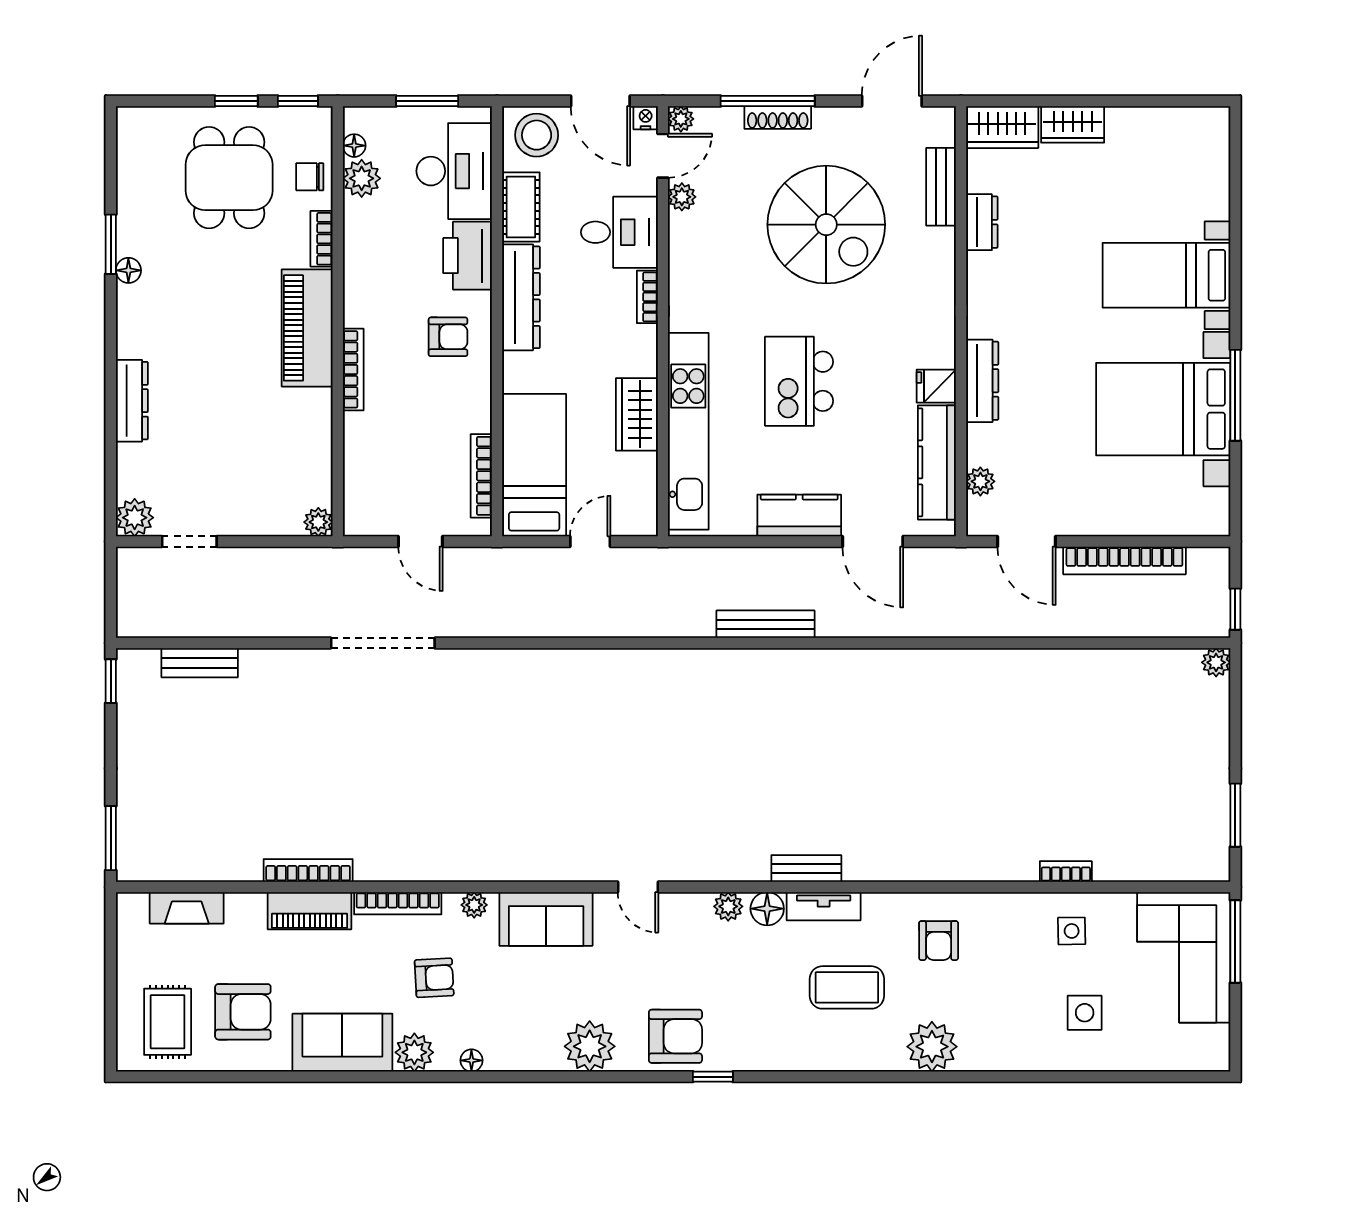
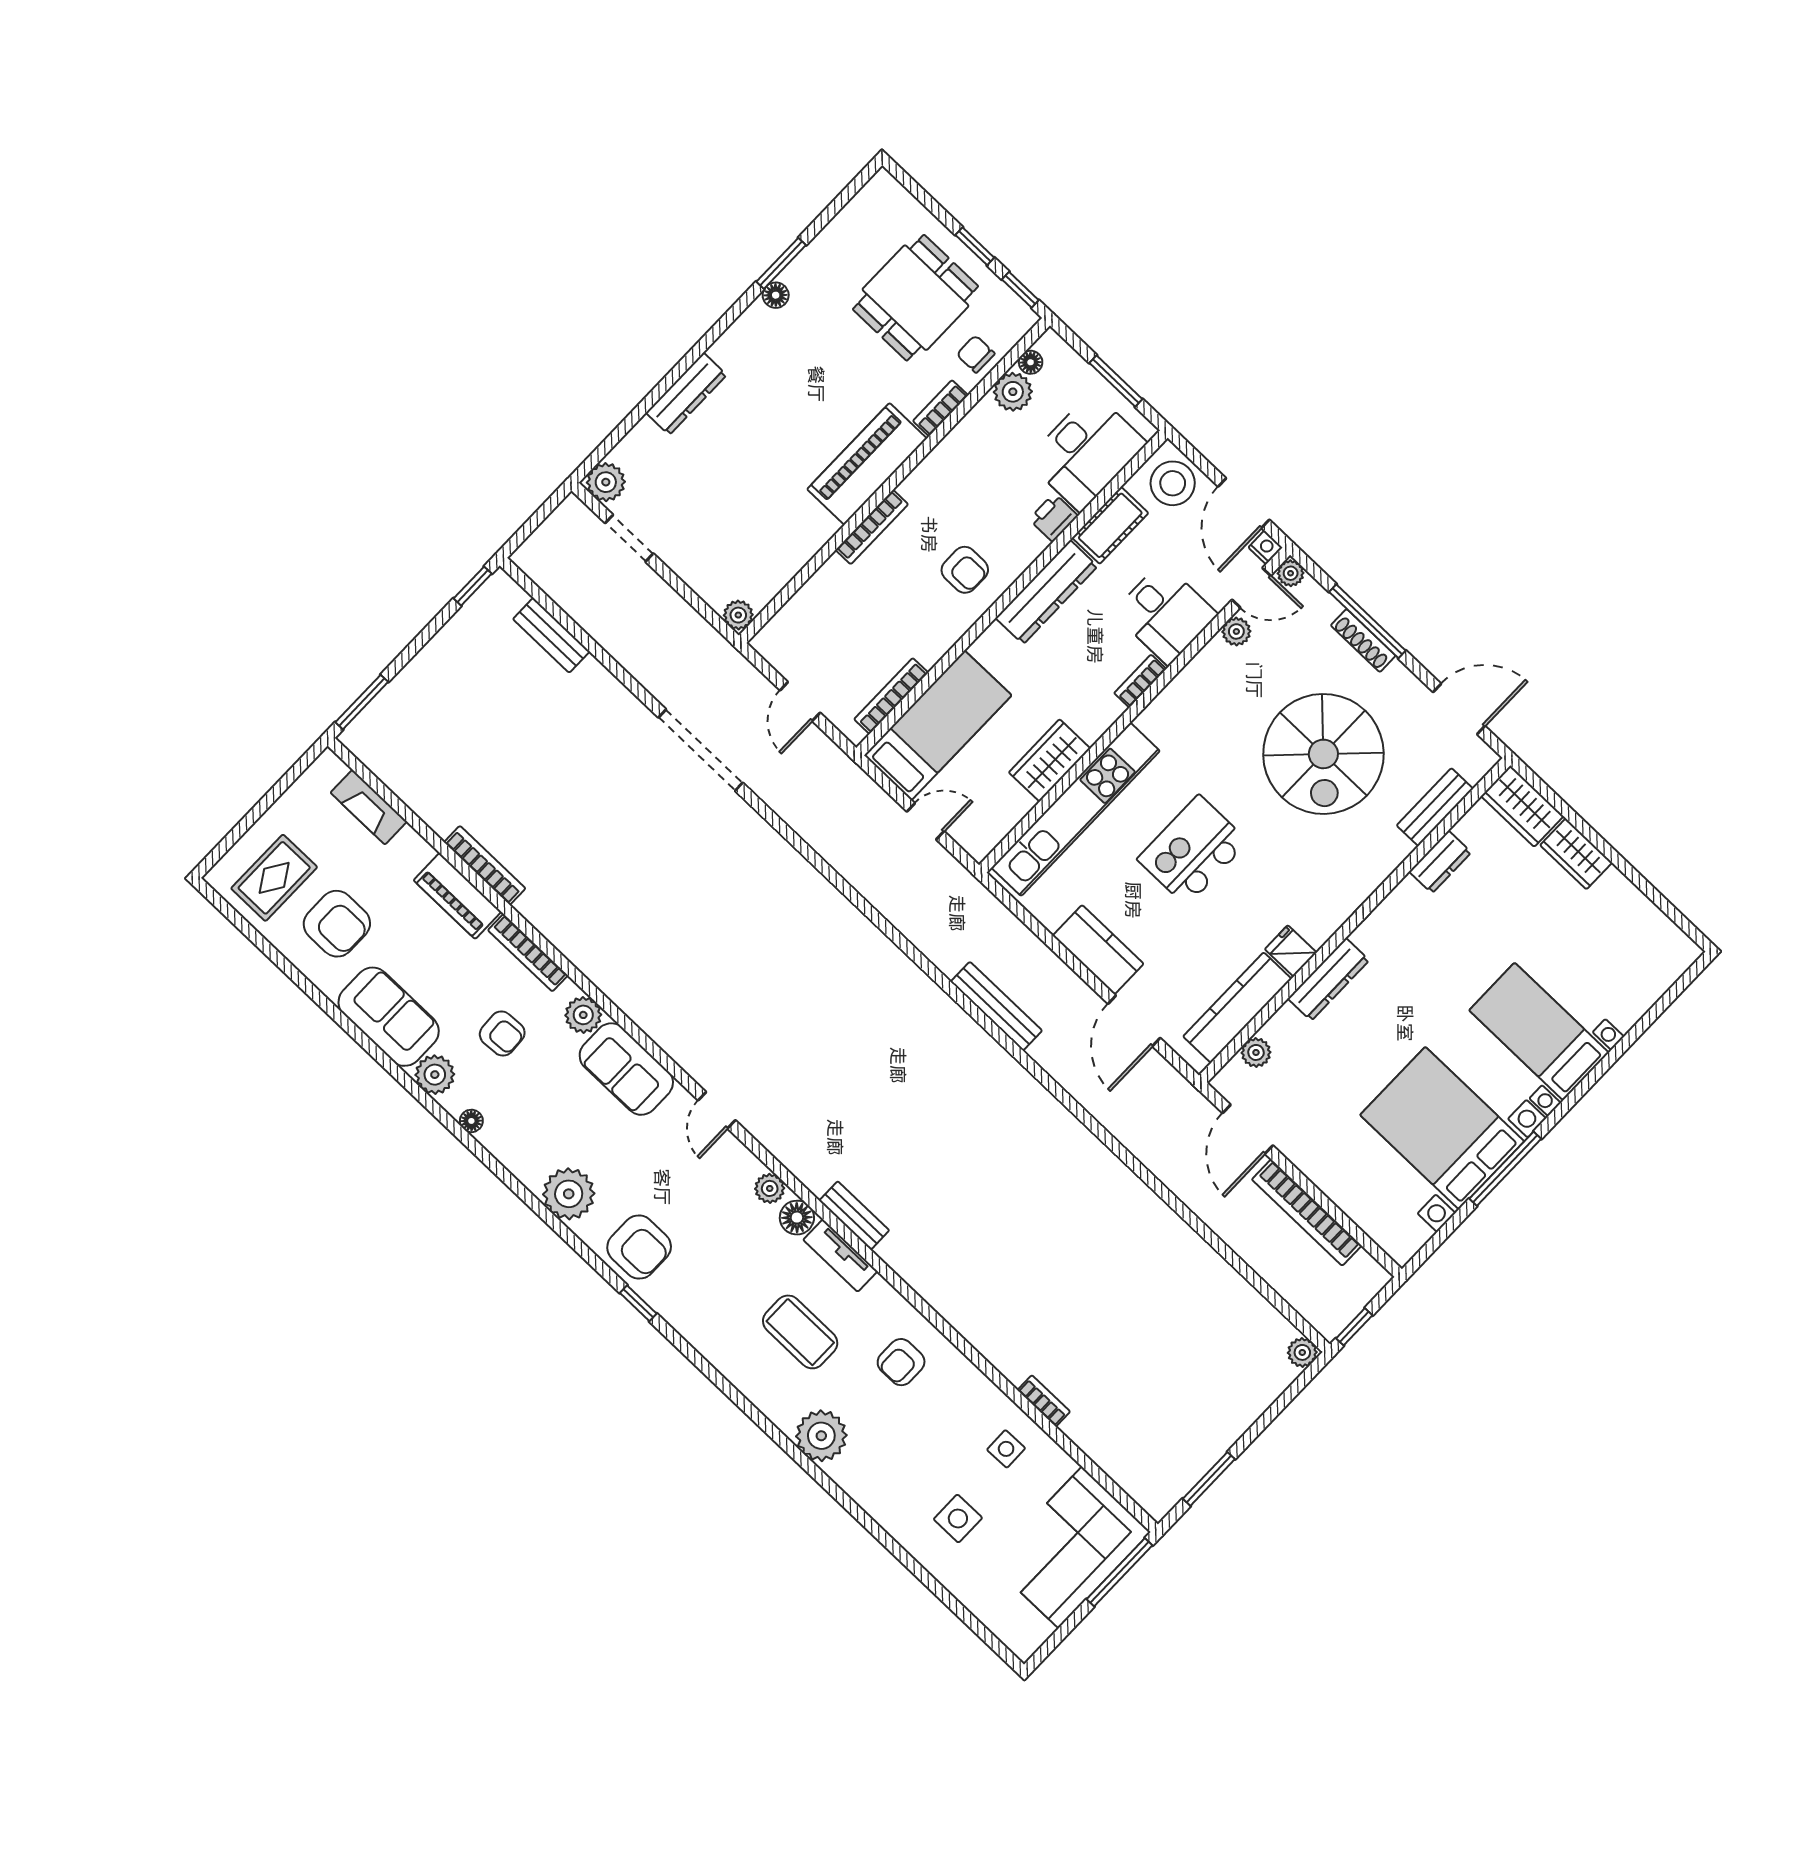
printer: (468, 256) -> (1054, 518), width x0.53, depth x0.68
plant: (474, 905) -> (583, 1015), width x1.38, depth x1.38

